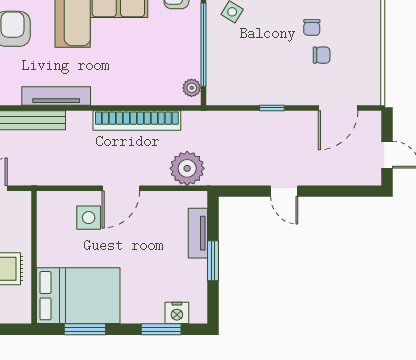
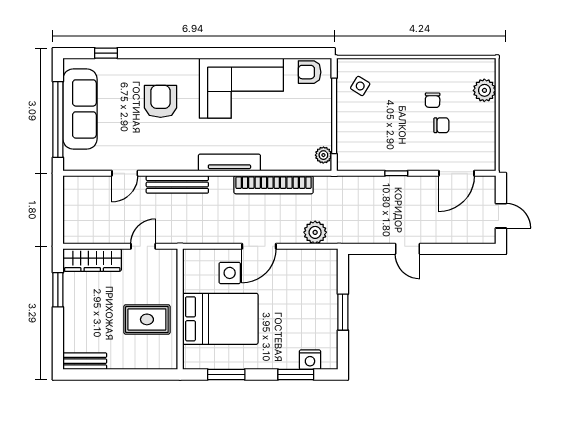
plant: (369, 17) -> (484, 90), added
tv unit: (56, 96) -> (229, 162), moved
plant: (187, 168) -> (315, 232), width x0.73, depth x0.73
tv unit: (198, 233) -> (329, 287), removed
bed: (78, 296) -> (220, 319), moved

